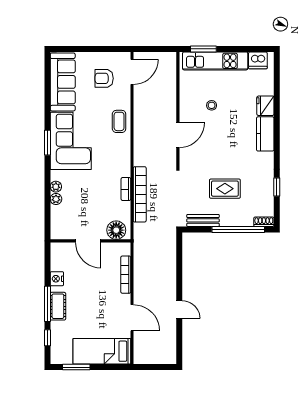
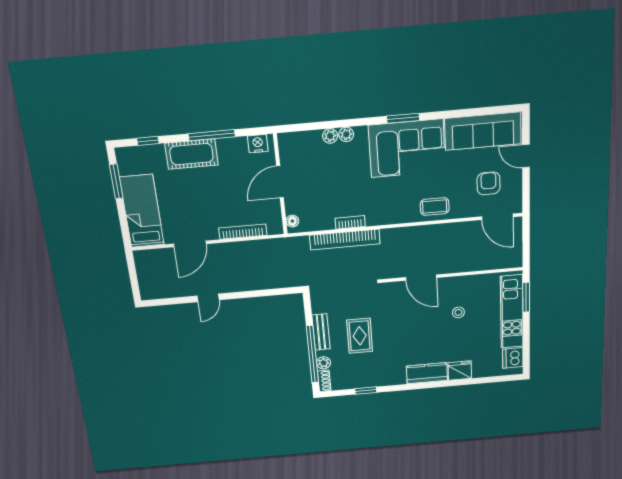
door: (85, 49) -> (526, 156), added
bench: (203, 220) -> (321, 332), moved
plant: (247, 221) -> (324, 363), added
floor lamp: (116, 230) -> (292, 221), width x0.53, depth x0.53
nightstand: (57, 279) -> (258, 144), moved
window: (47, 304) -> (212, 135), moved
cot: (58, 306) -> (191, 154), width x1.37, depth x1.34

